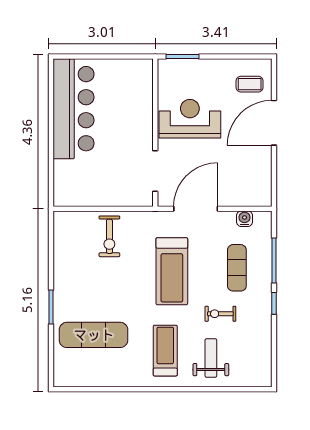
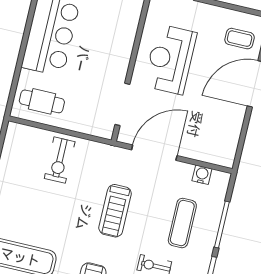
reception desk: (190, 119) -> (170, 59), turned -90
cafe table: (80, 186) -> (42, 101), added
treadmill: (172, 271) -> (115, 211), width x0.73, depth x0.73

